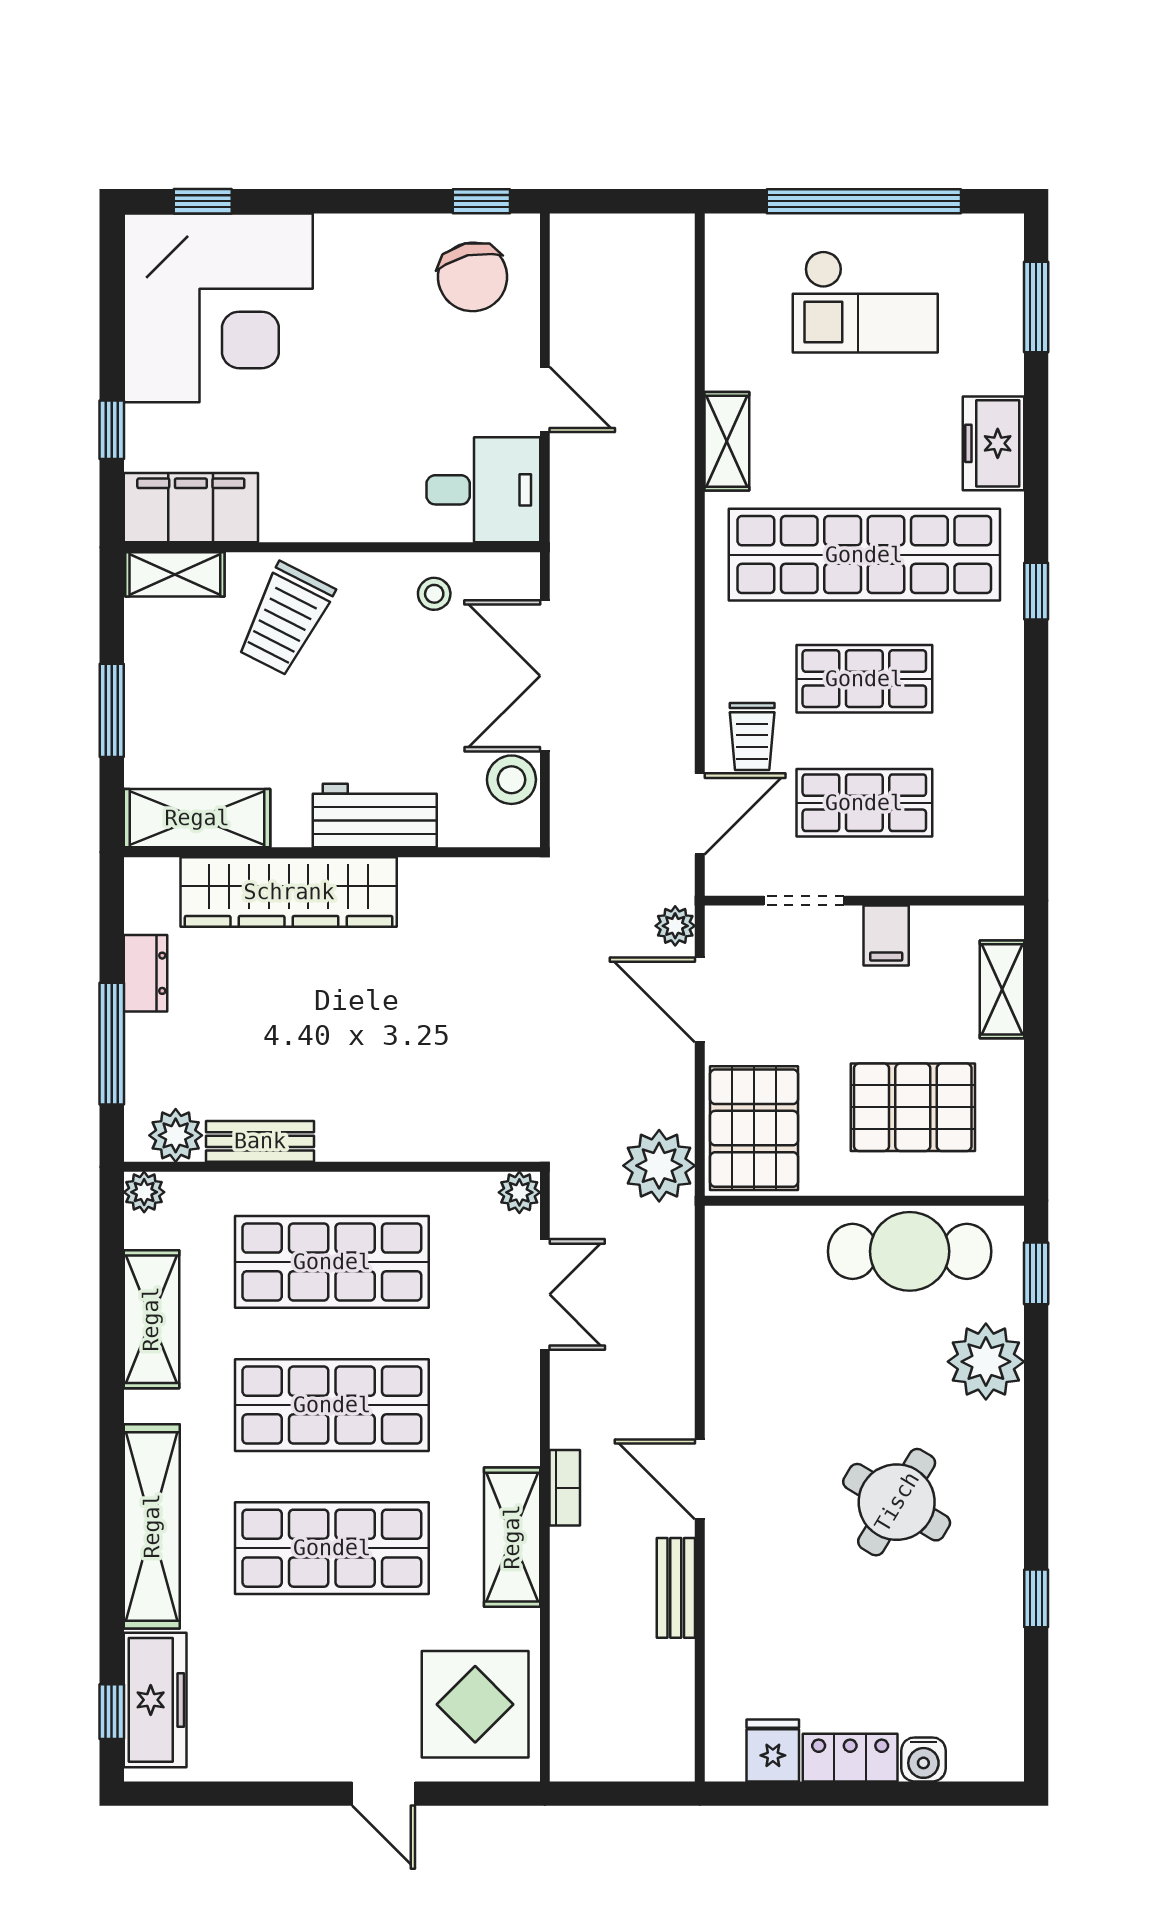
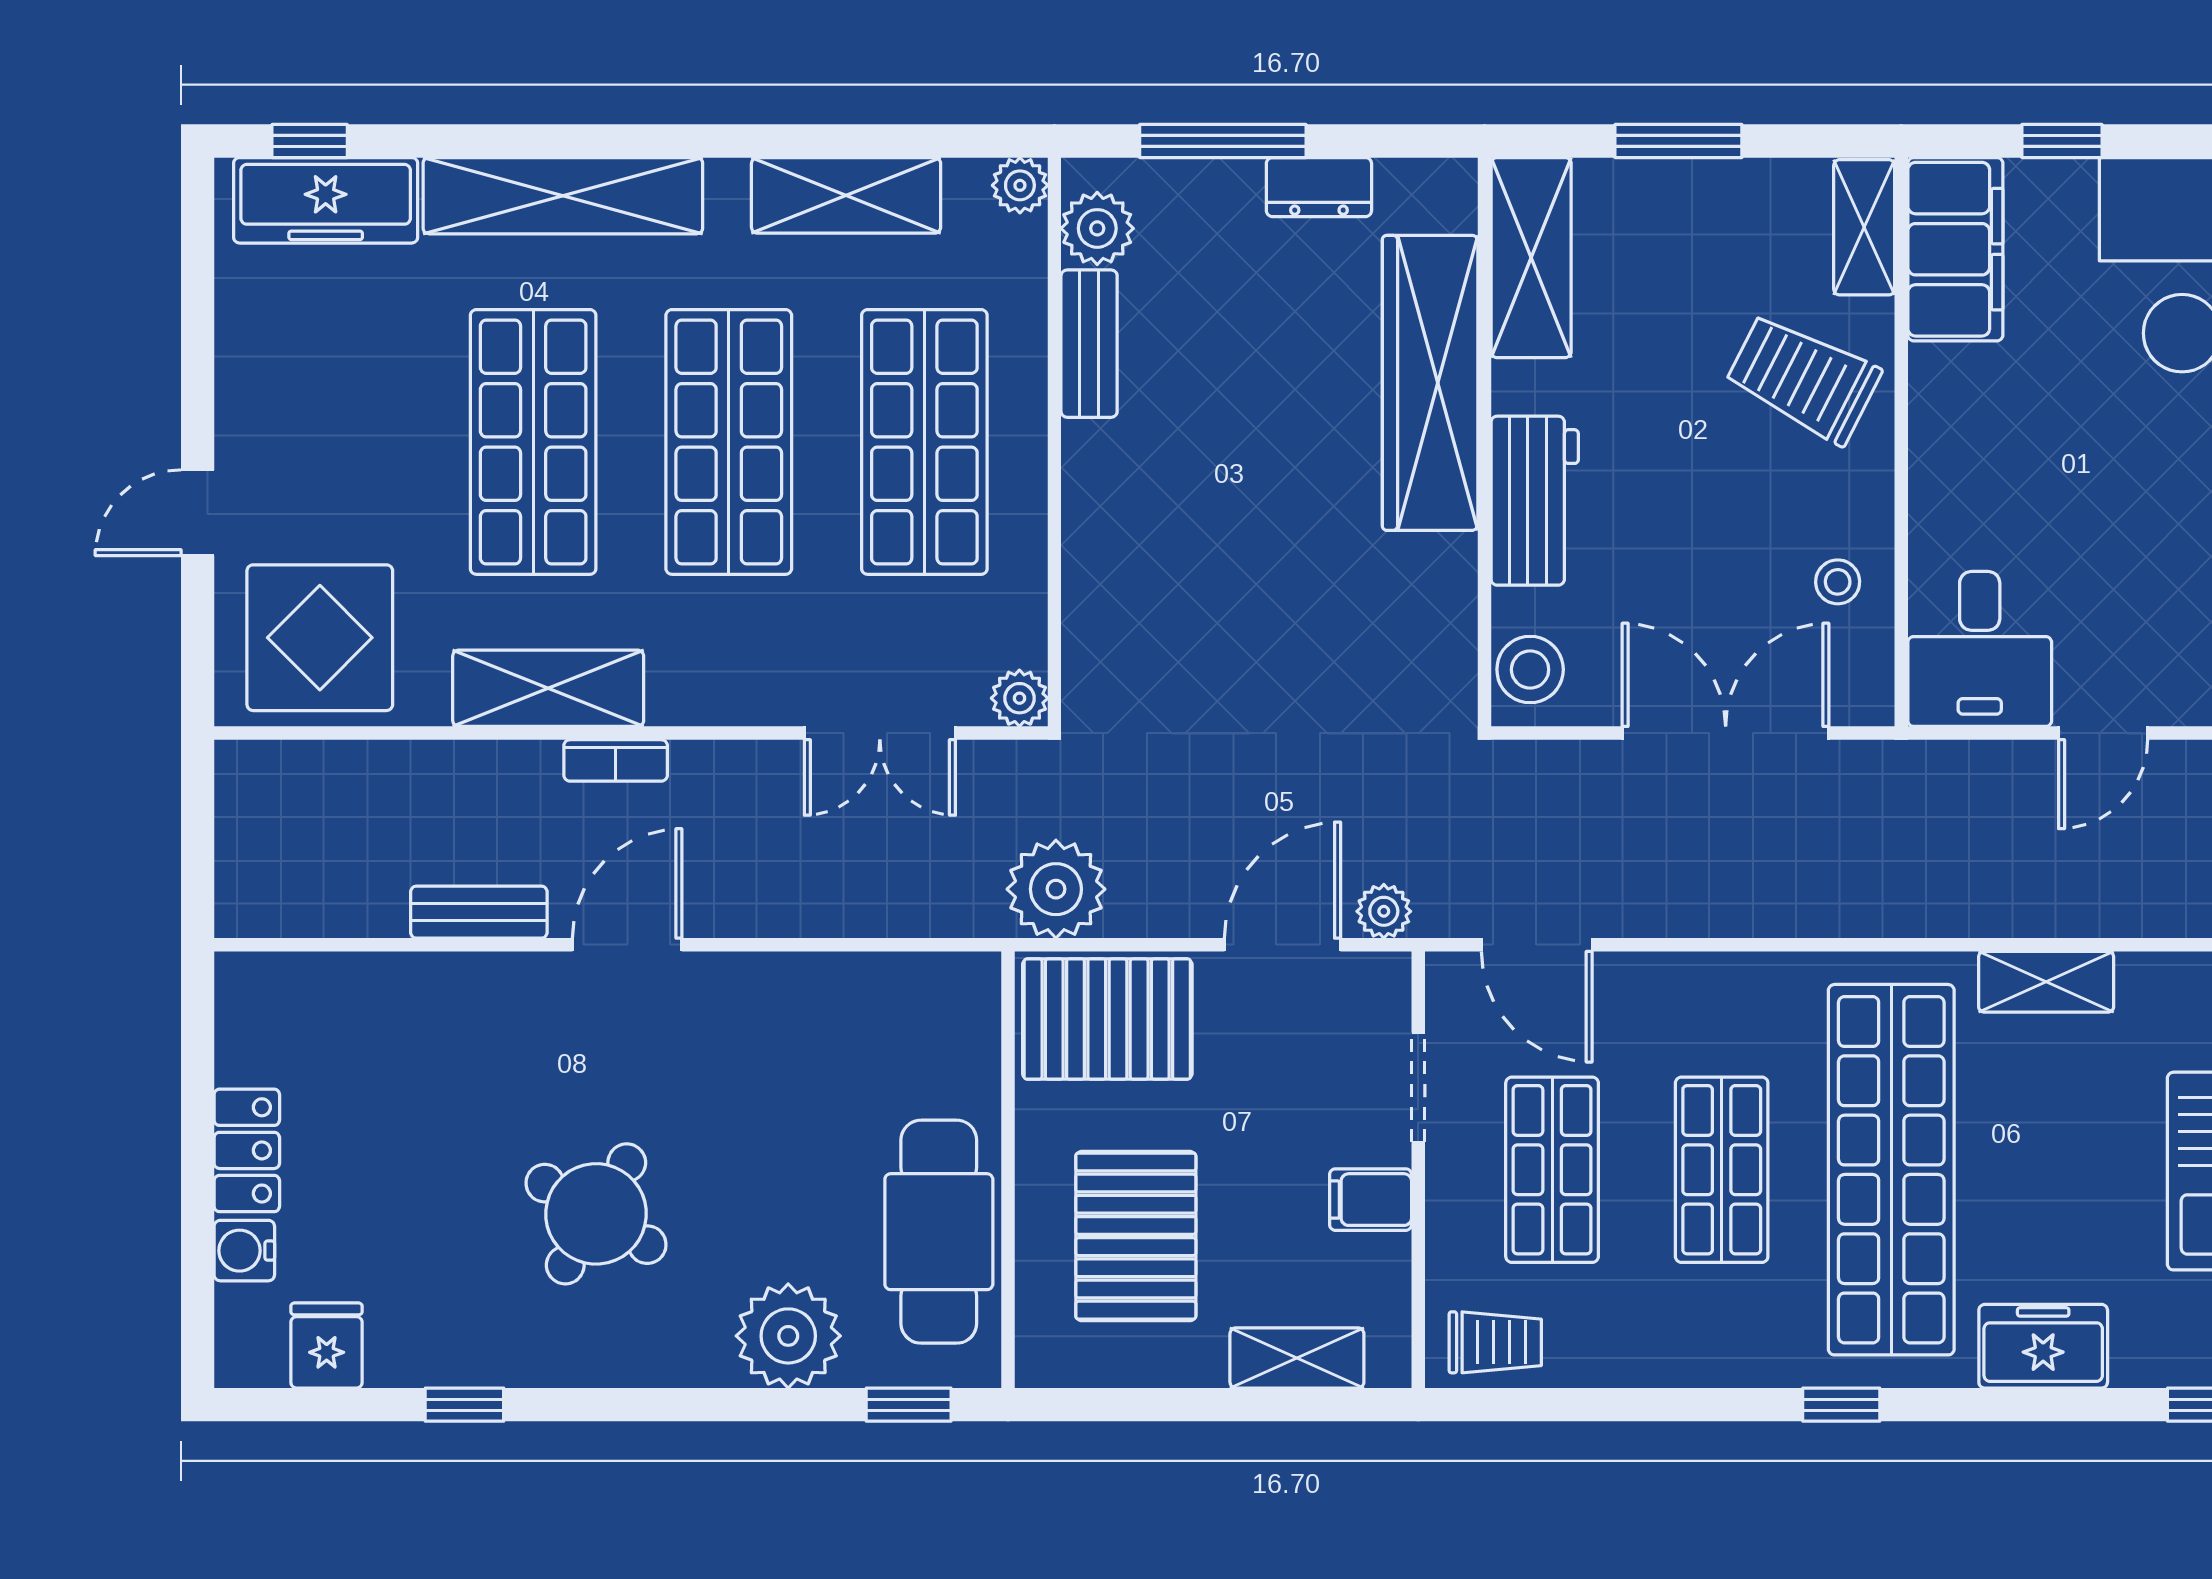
trolley: (752, 736) -> (1495, 1342), moved, turned 180
stool: (511, 780) -> (1530, 670), moved
fridge: (773, 1750) -> (327, 1346), moved, turned -90

